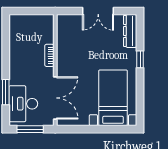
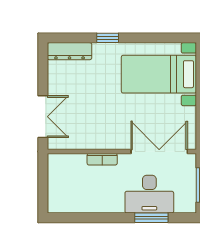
double door: (98, 11) -> (43, 117), moved
desk: (23, 104) -> (149, 194), moved

